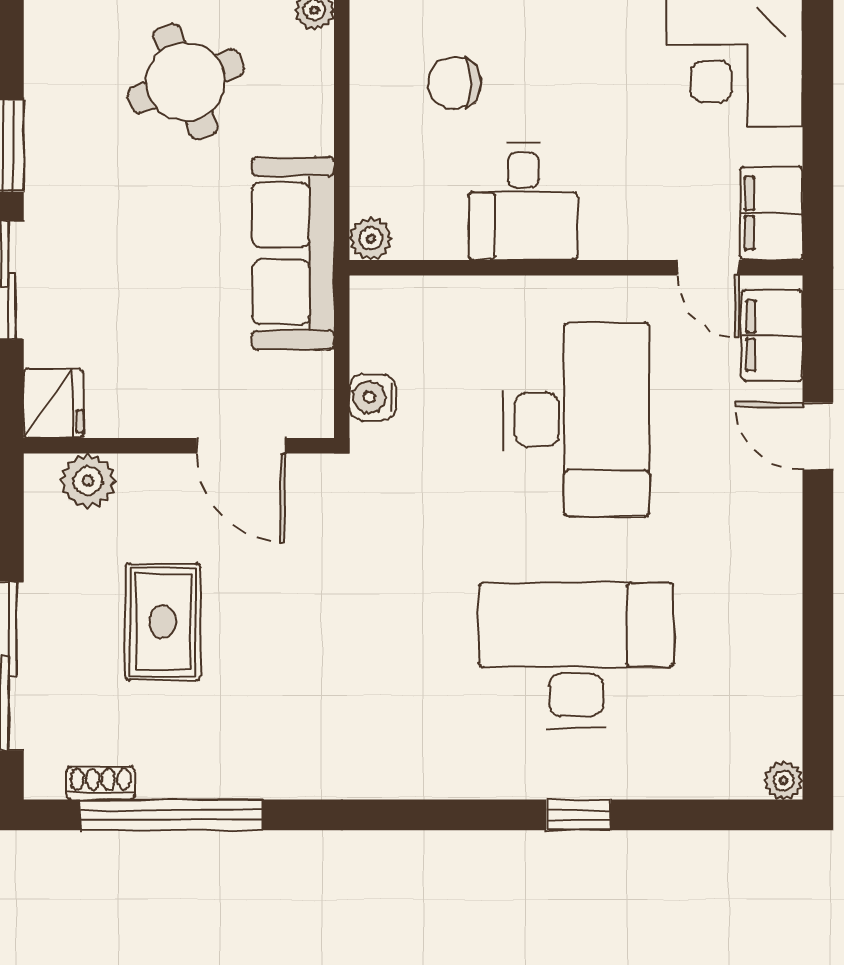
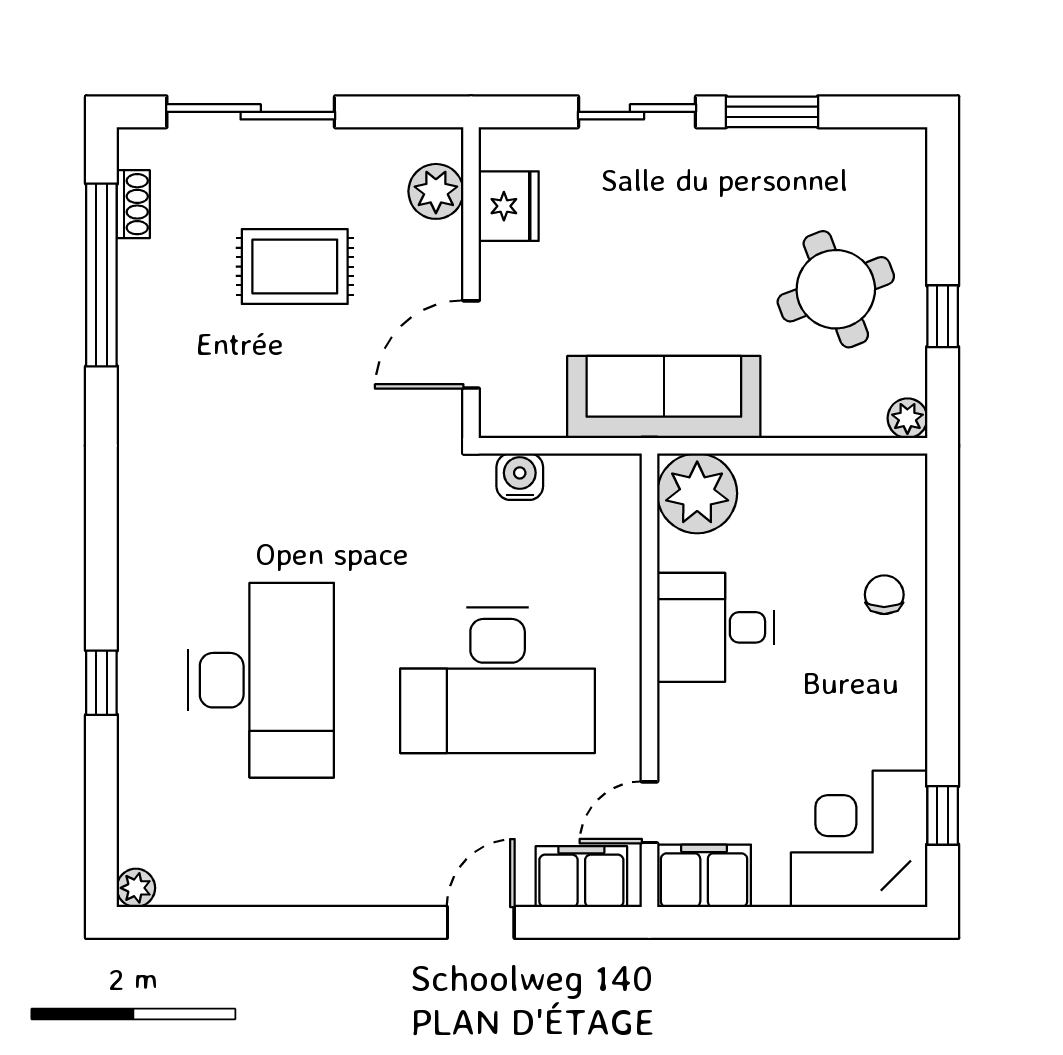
chair: (454, 83) -> (884, 595), moved, width x0.73, depth x0.73
plant: (371, 239) -> (697, 493), width x1.87, depth x1.87
fridge: (54, 403) -> (509, 206), moved, turned -90

